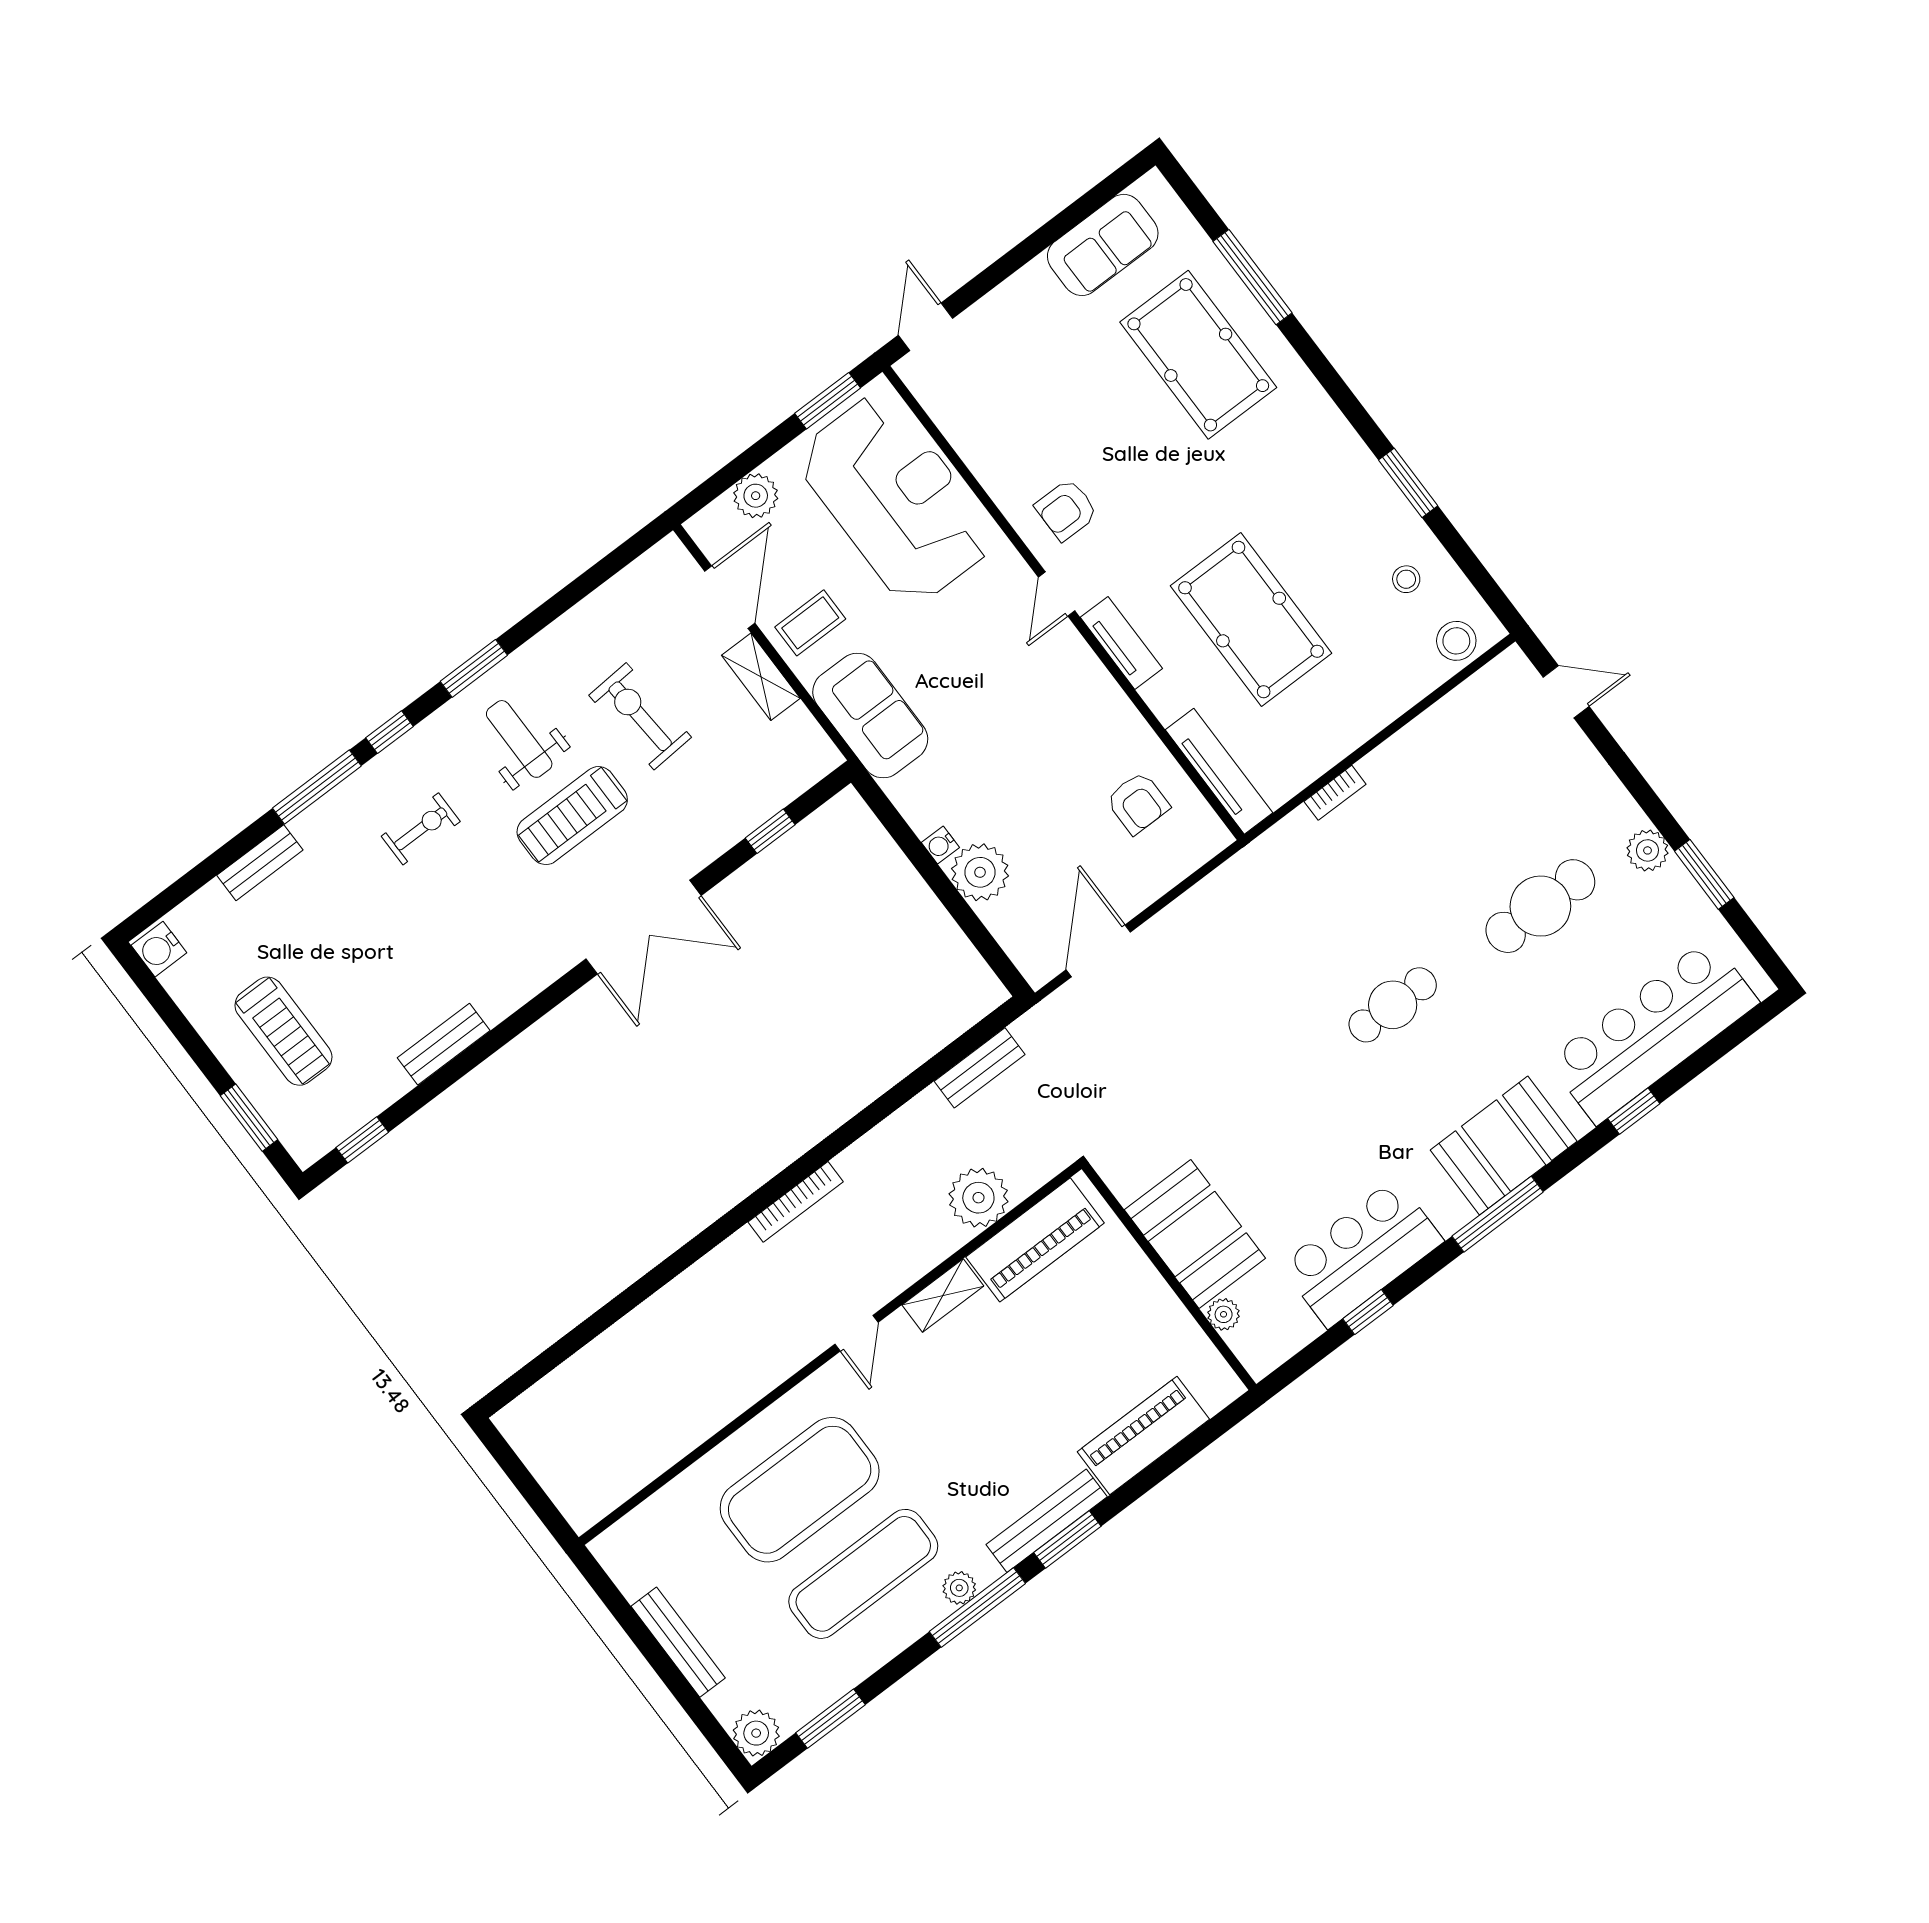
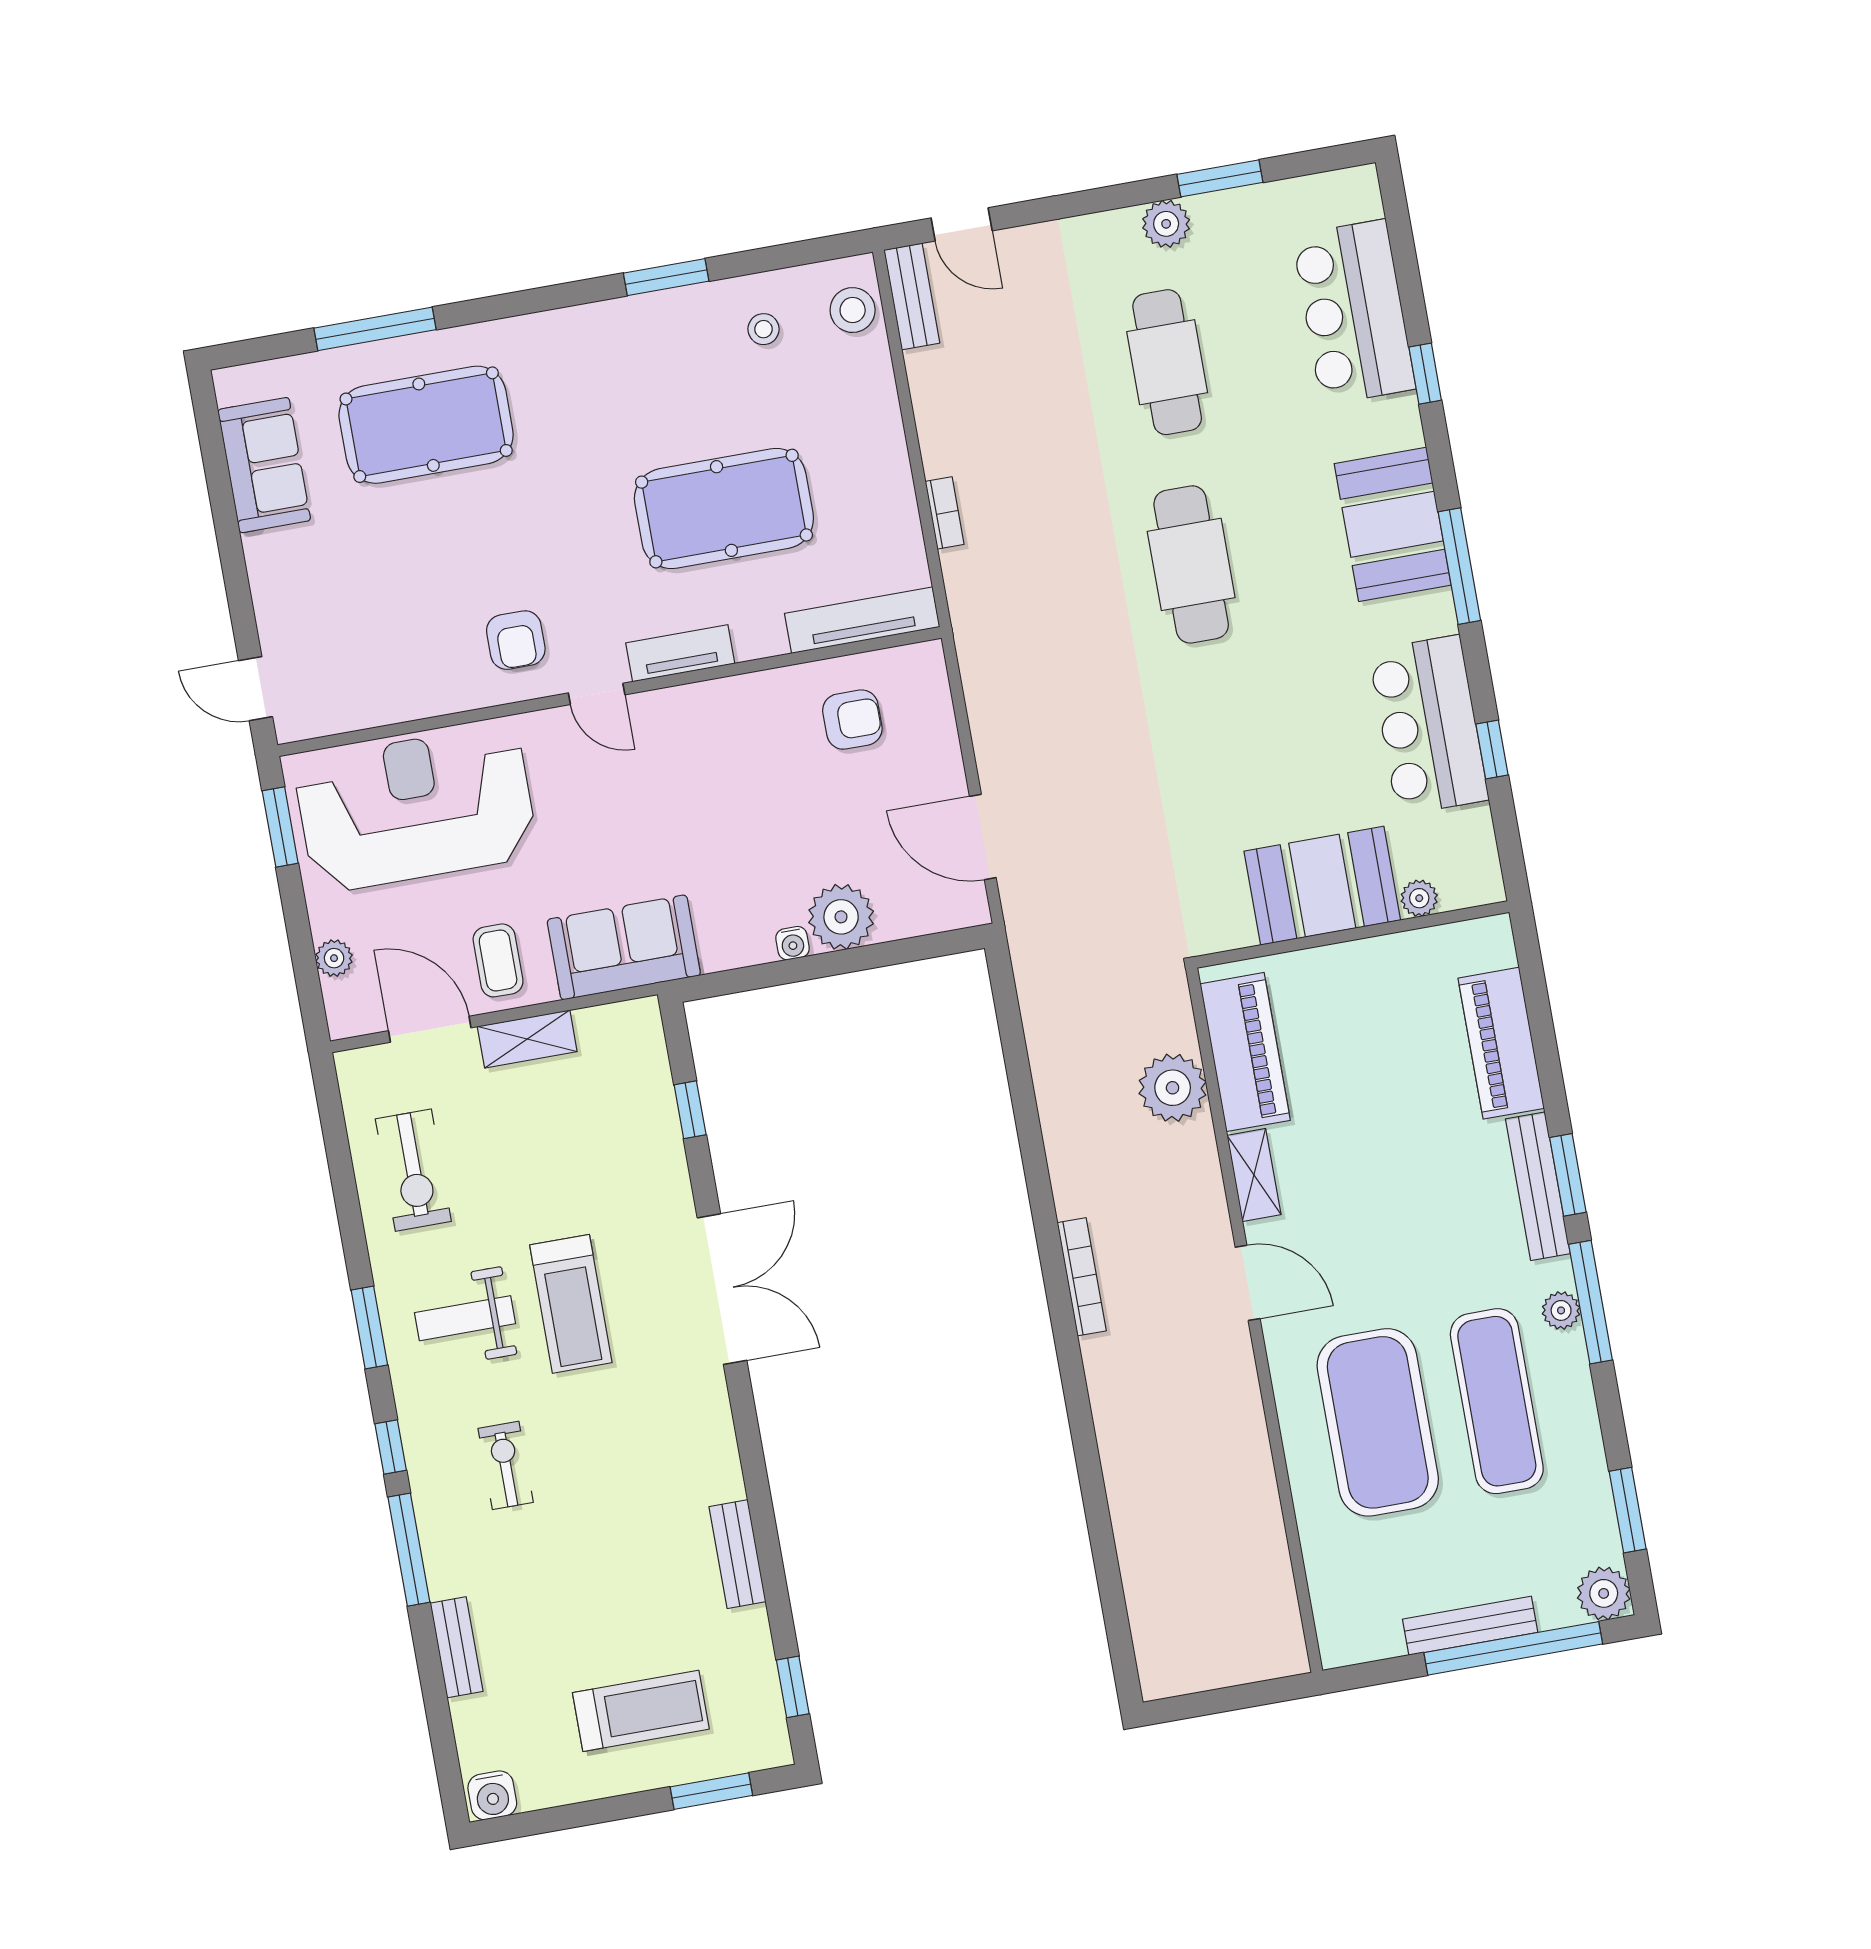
plant: (756, 496) -> (334, 958), width x0.73, depth x0.73
door: (1566, 692) -> (962, 224), swing flipped
exercise bike: (640, 716) -> (413, 1170), moved, turned -86
cafe table: (1393, 1005) -> (1191, 564), width x1.37, depth x1.35
bar counter: (1653, 1031) -> (1354, 312), width x0.73
bench: (980, 1068) -> (912, 296), moved
door: (857, 1333) -> (1248, 1283), width x1.37
window: (678, 1685) -> (1513, 1648), added

